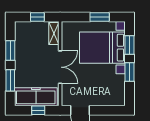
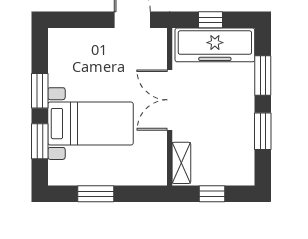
bed with nightstands: (102, 48) -> (91, 124), width x0.73

